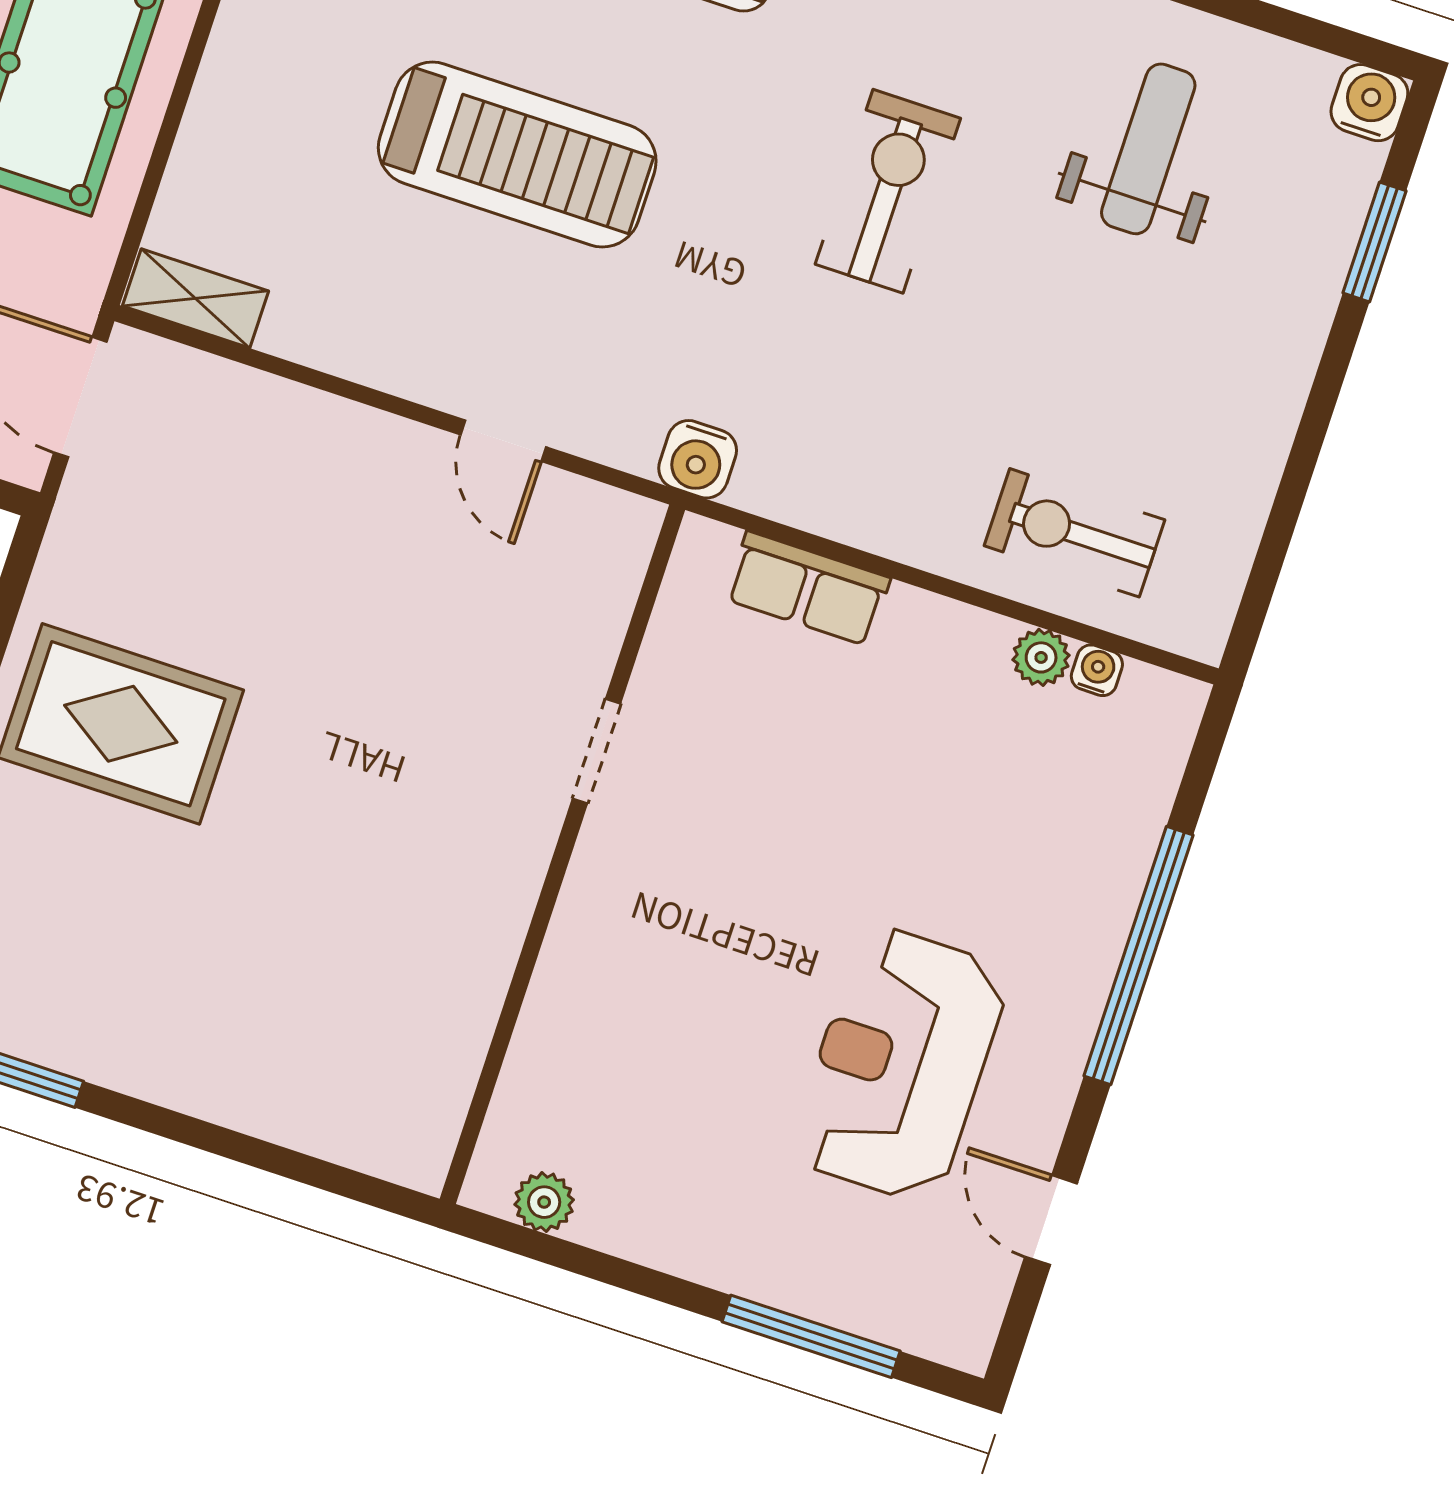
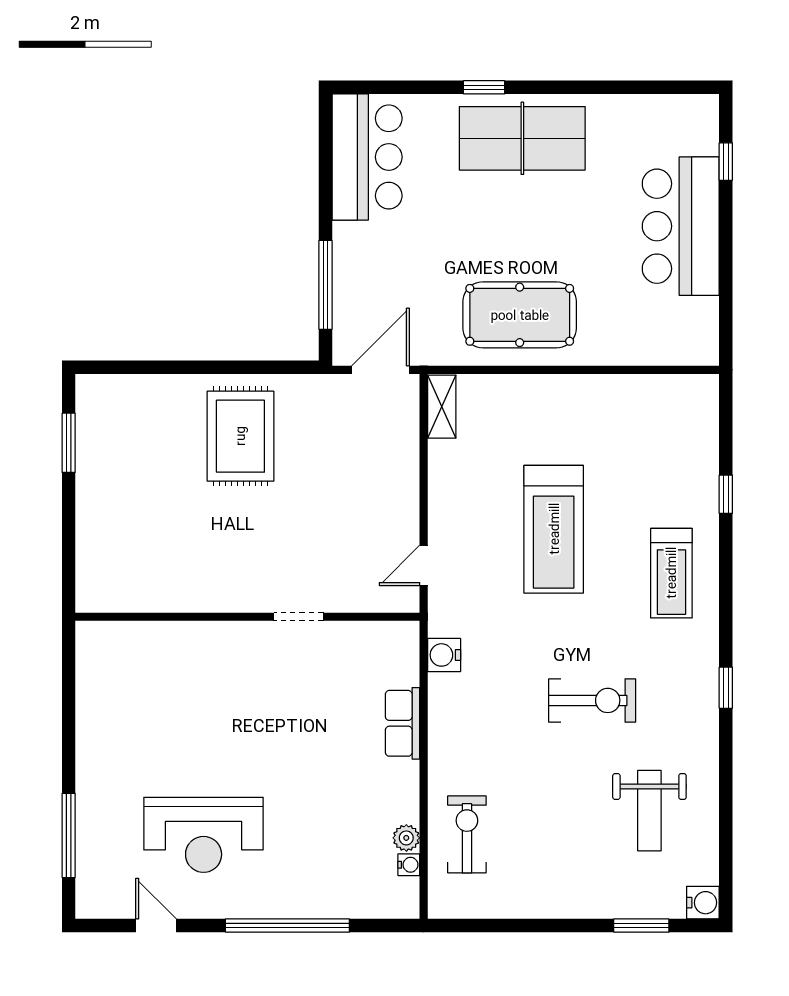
weight bench: (1148, 149) -> (649, 811), turned 90
doorway: (597, 751) -> (299, 617), moved
wall: (562, 854) -> (247, 617), moved
reception desk: (900, 1064) -> (204, 835), turned 180
plant: (544, 1202) -> (89, 696), removed
door: (1051, 1220) -> (156, 926), hinge flipped

